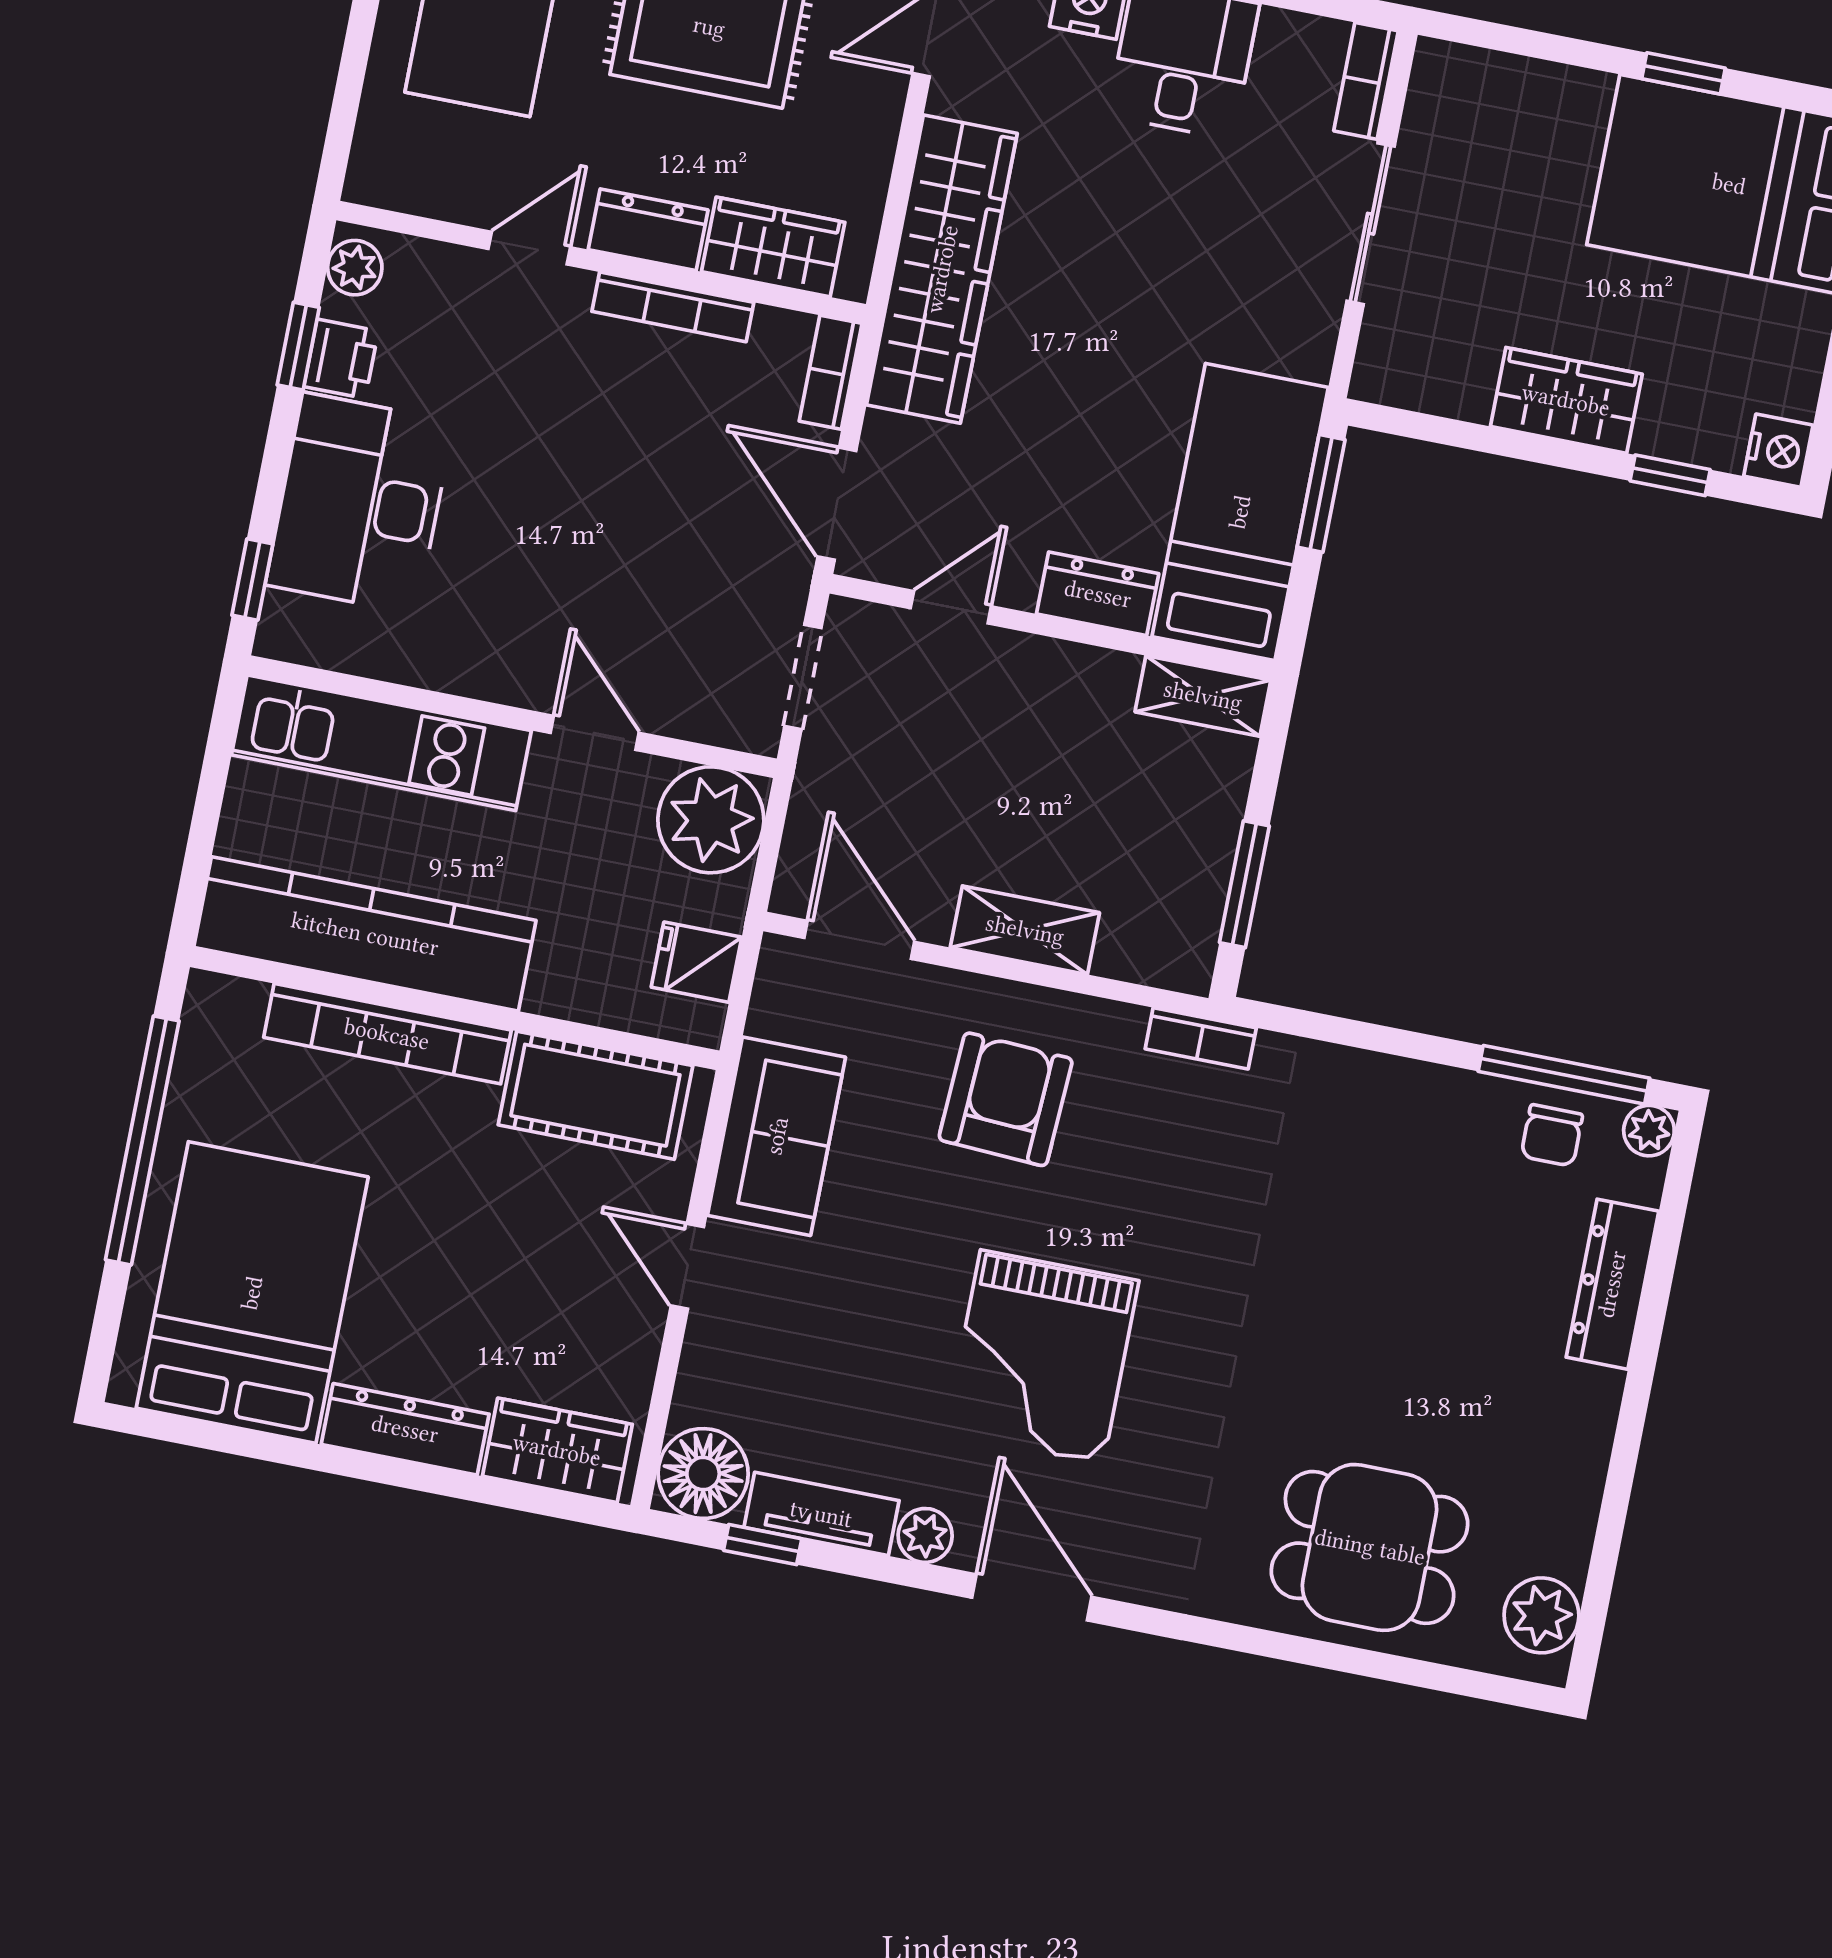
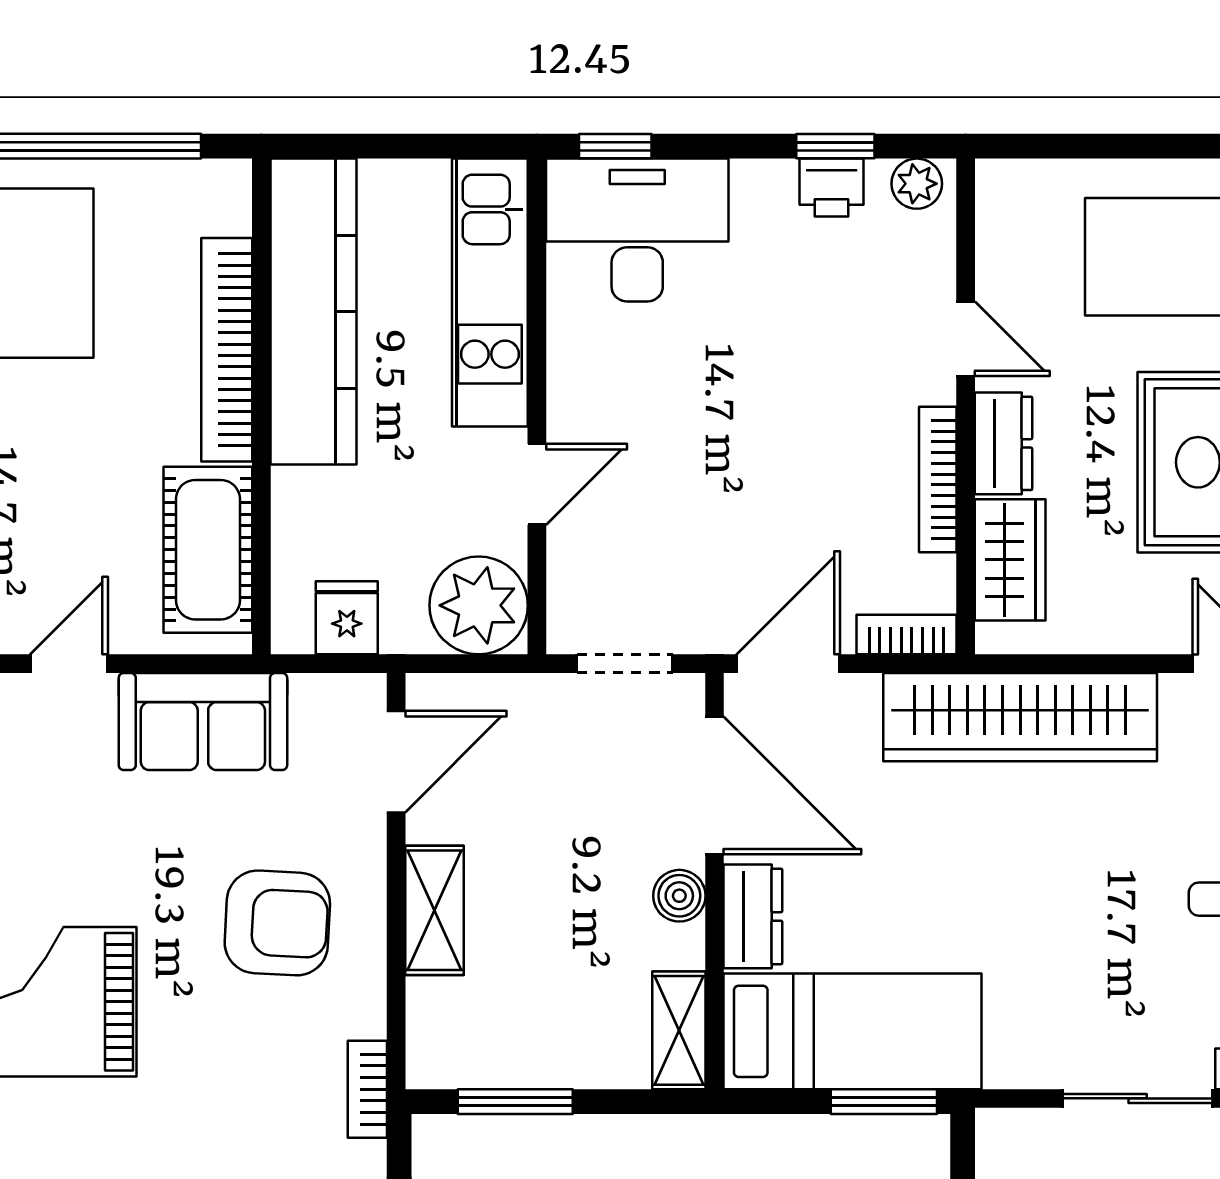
desk: (360, 503) -> (637, 230), moved
door: (951, 607) -> (715, 785), width x1.87
boiler: (1060, 667) -> (679, 896), added

